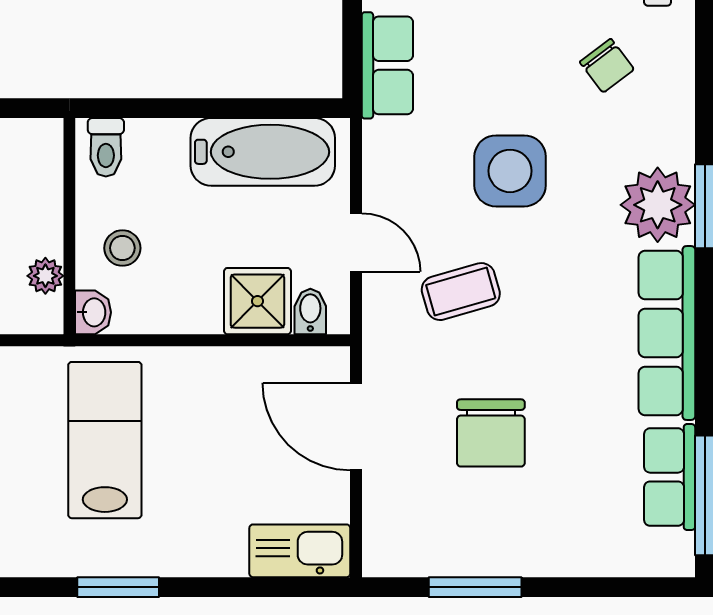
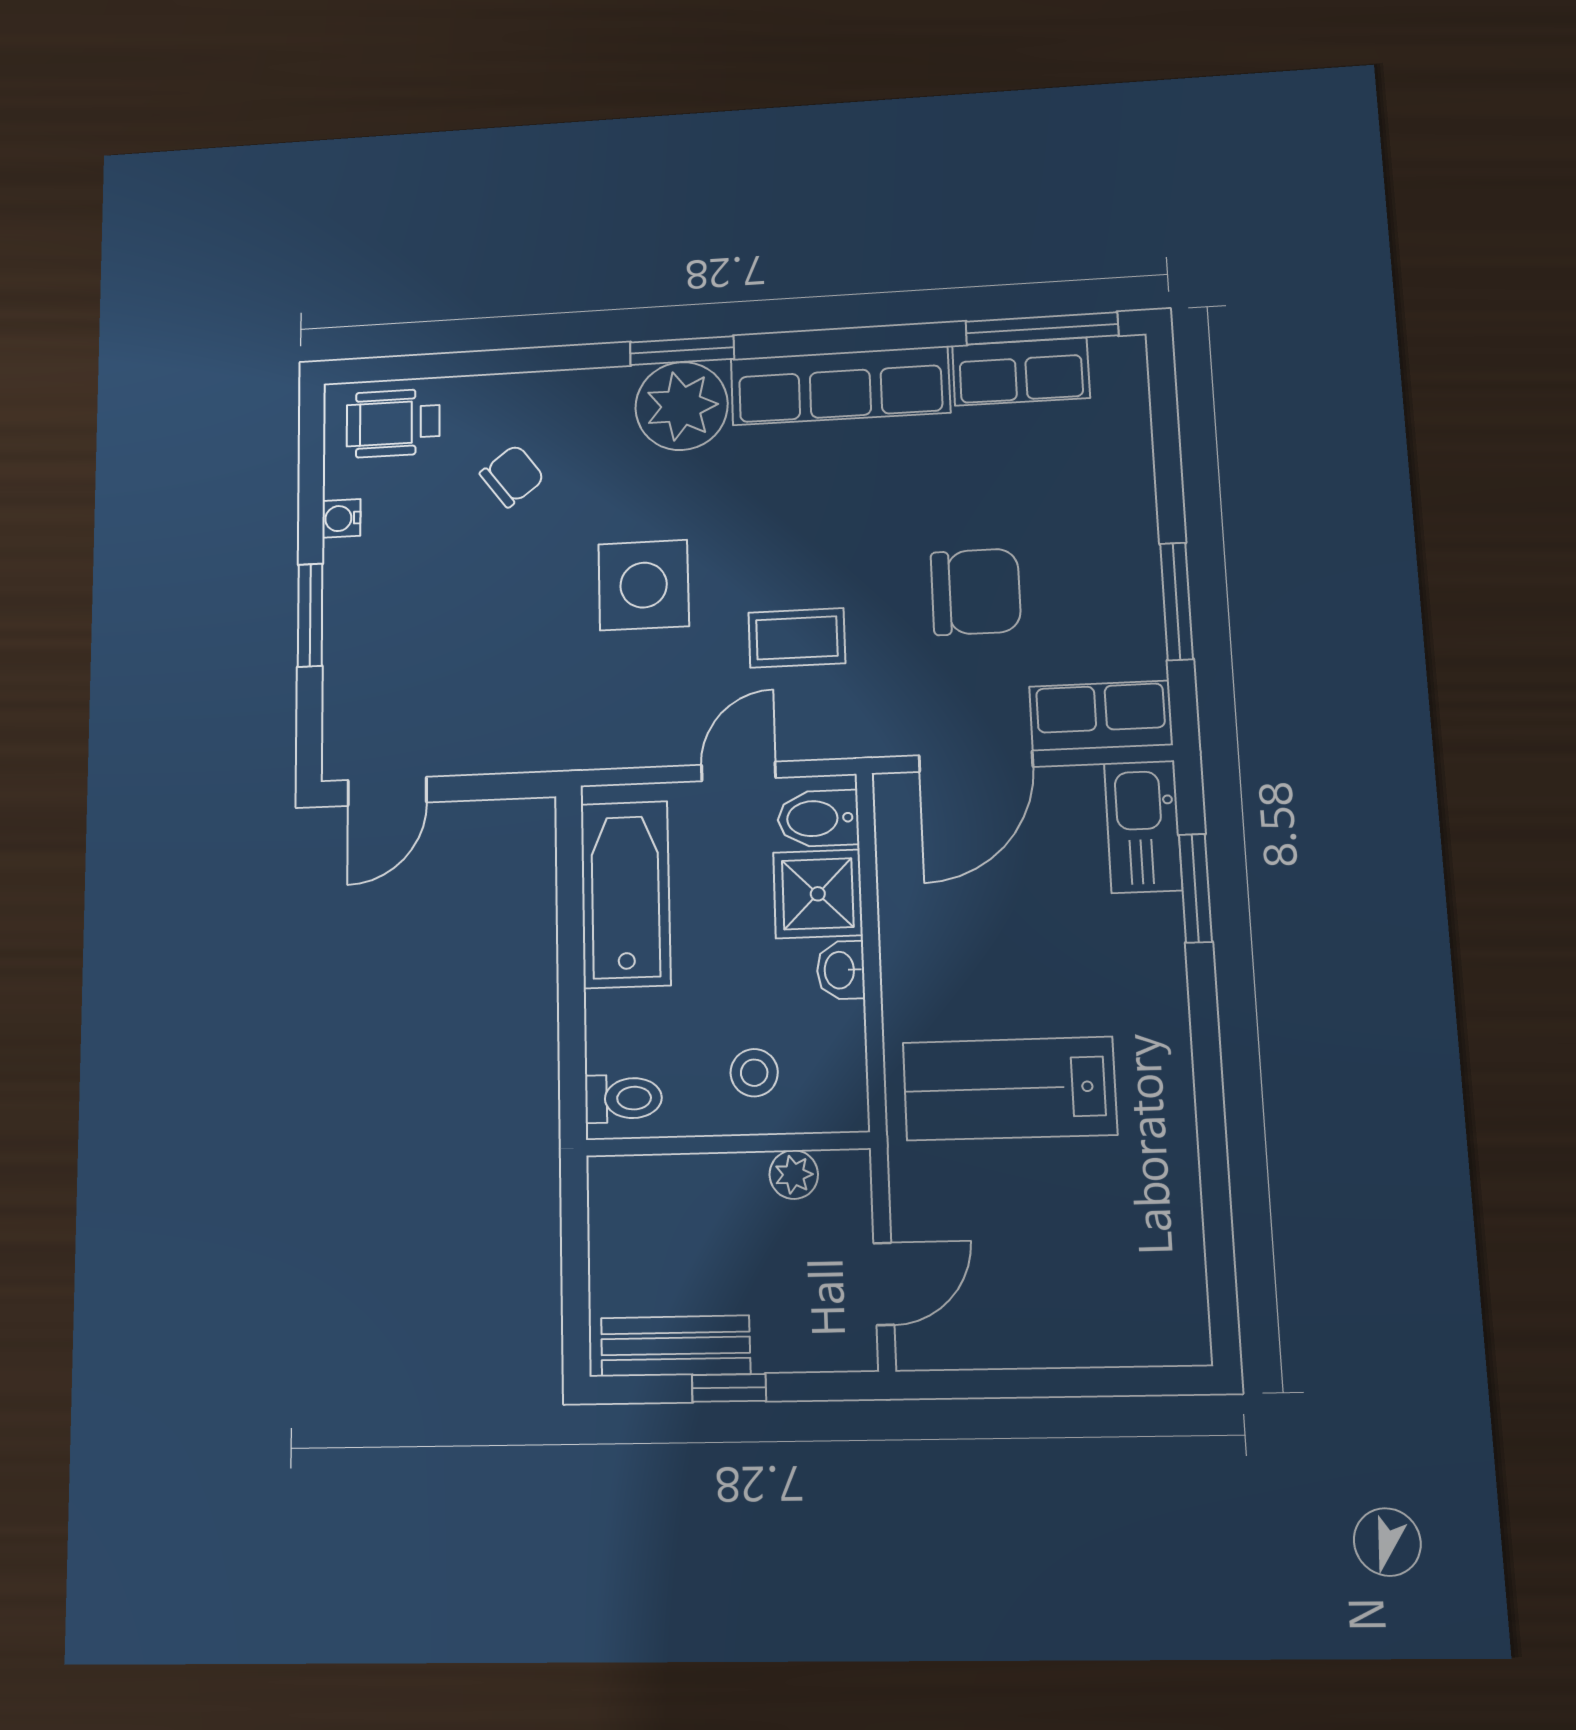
row of seats: (387, 65) -> (1101, 716), moved
coffee table: (461, 292) -> (797, 638), turned -74
washbasin: (93, 312) -> (841, 970), moved, turned -90
bidet: (310, 312) -> (818, 818), width x1.38, depth x1.36
window: (118, 587) -> (1195, 888), moved

